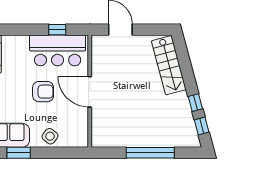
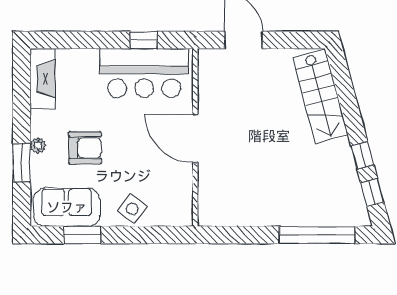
armchair: (43, 92) -> (85, 148), moved
window: (150, 153) -> (317, 235), moved

